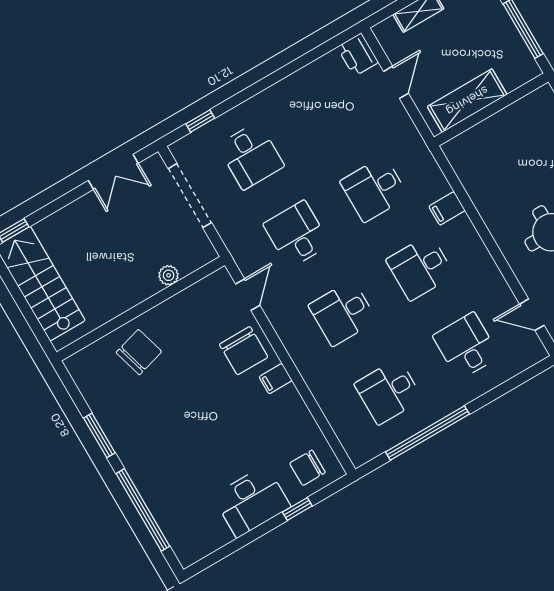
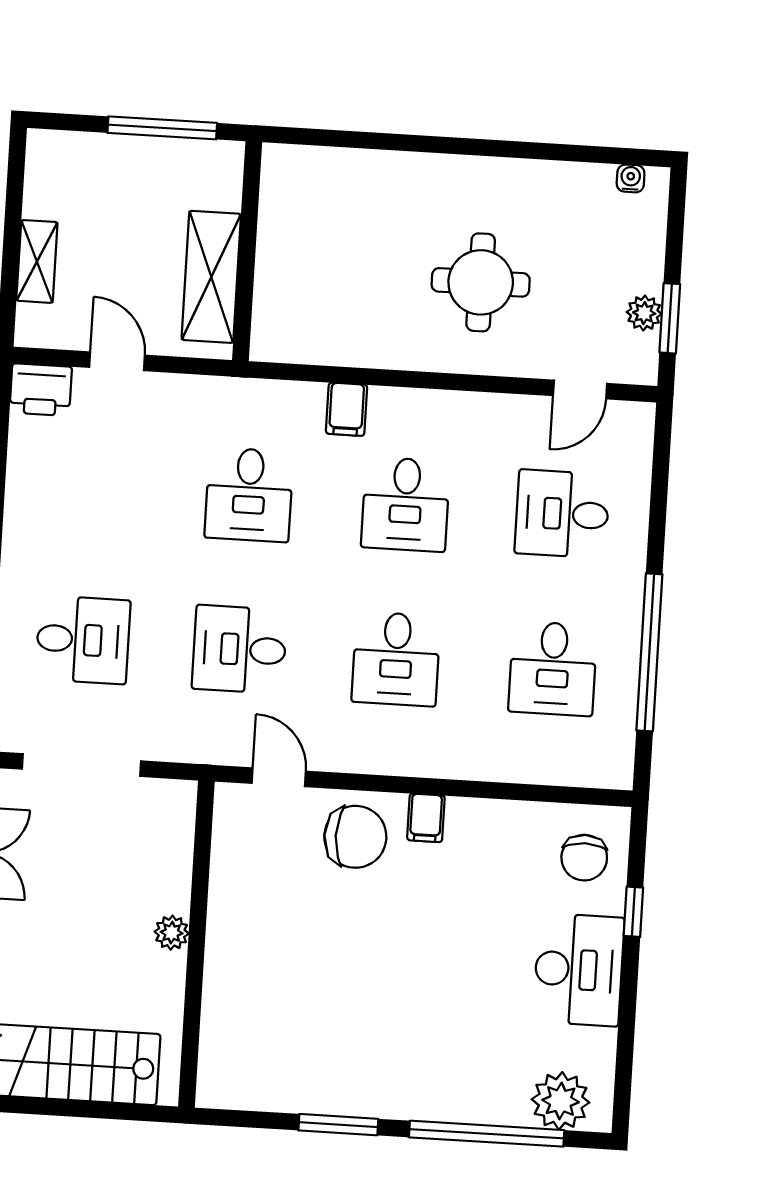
plant: (169, 275) -> (172, 933), moved
chair: (139, 352) -> (257, 988), removed
plant: (183, 535) -> (561, 1101), added

